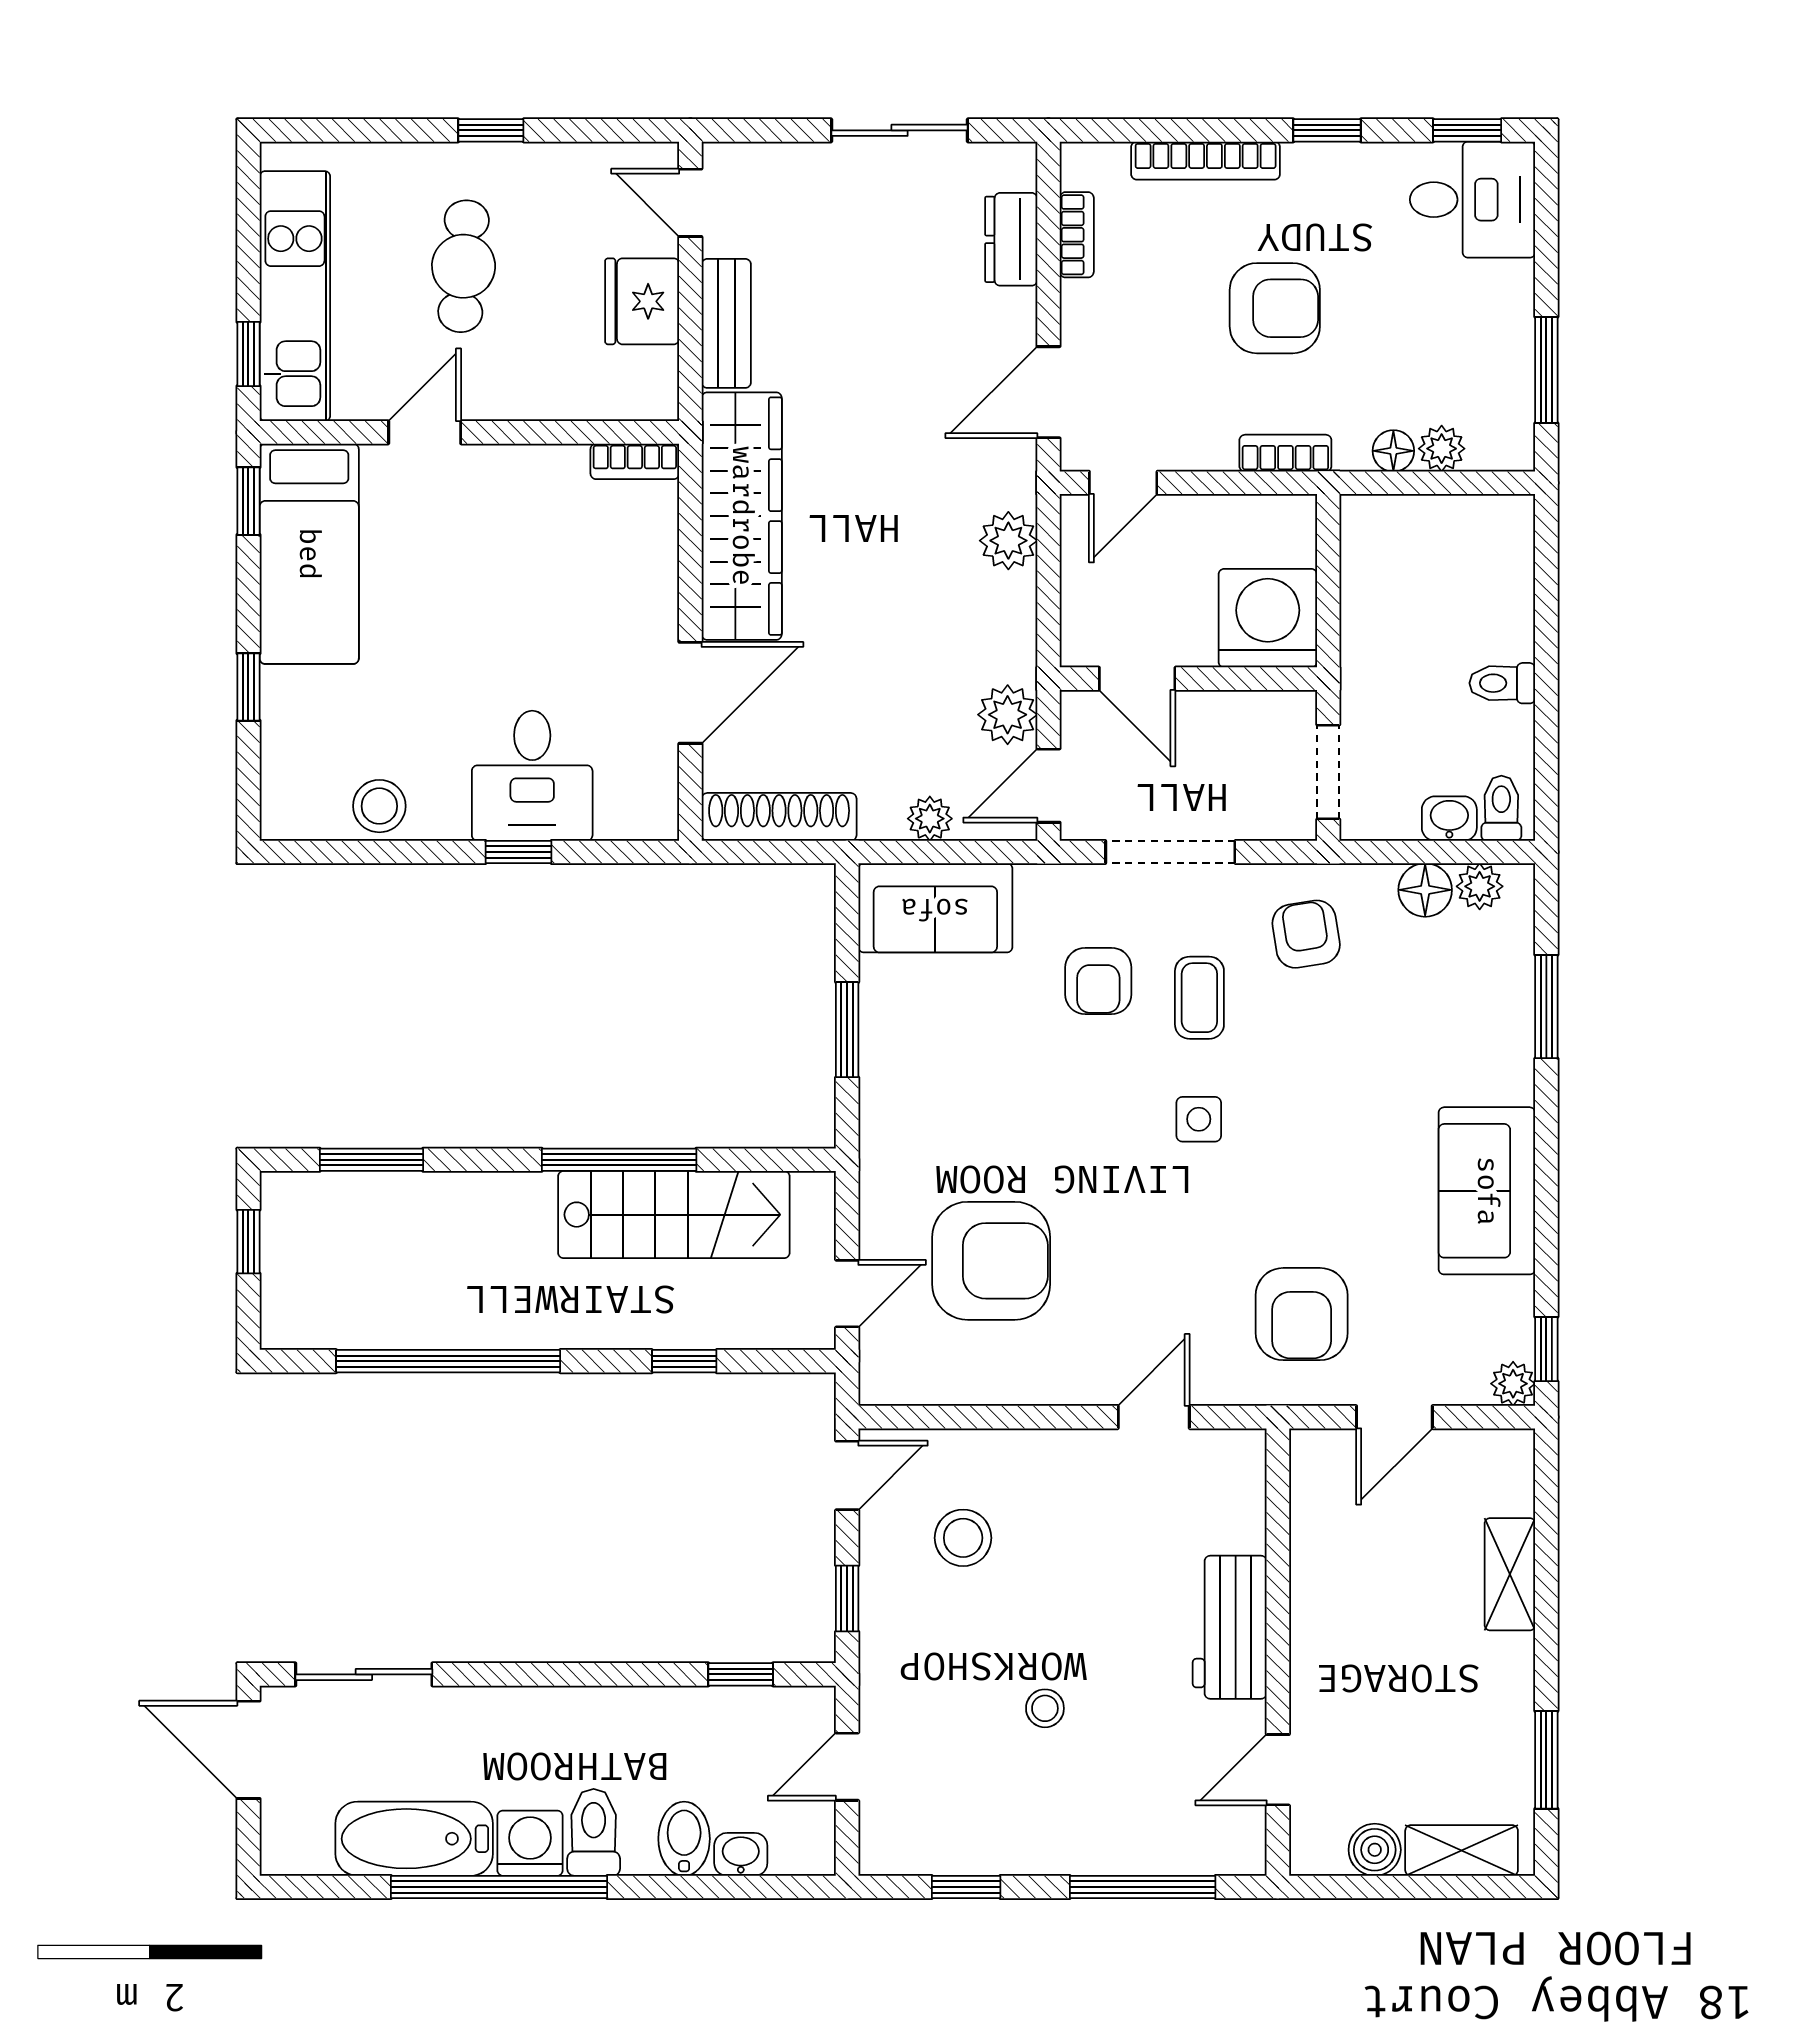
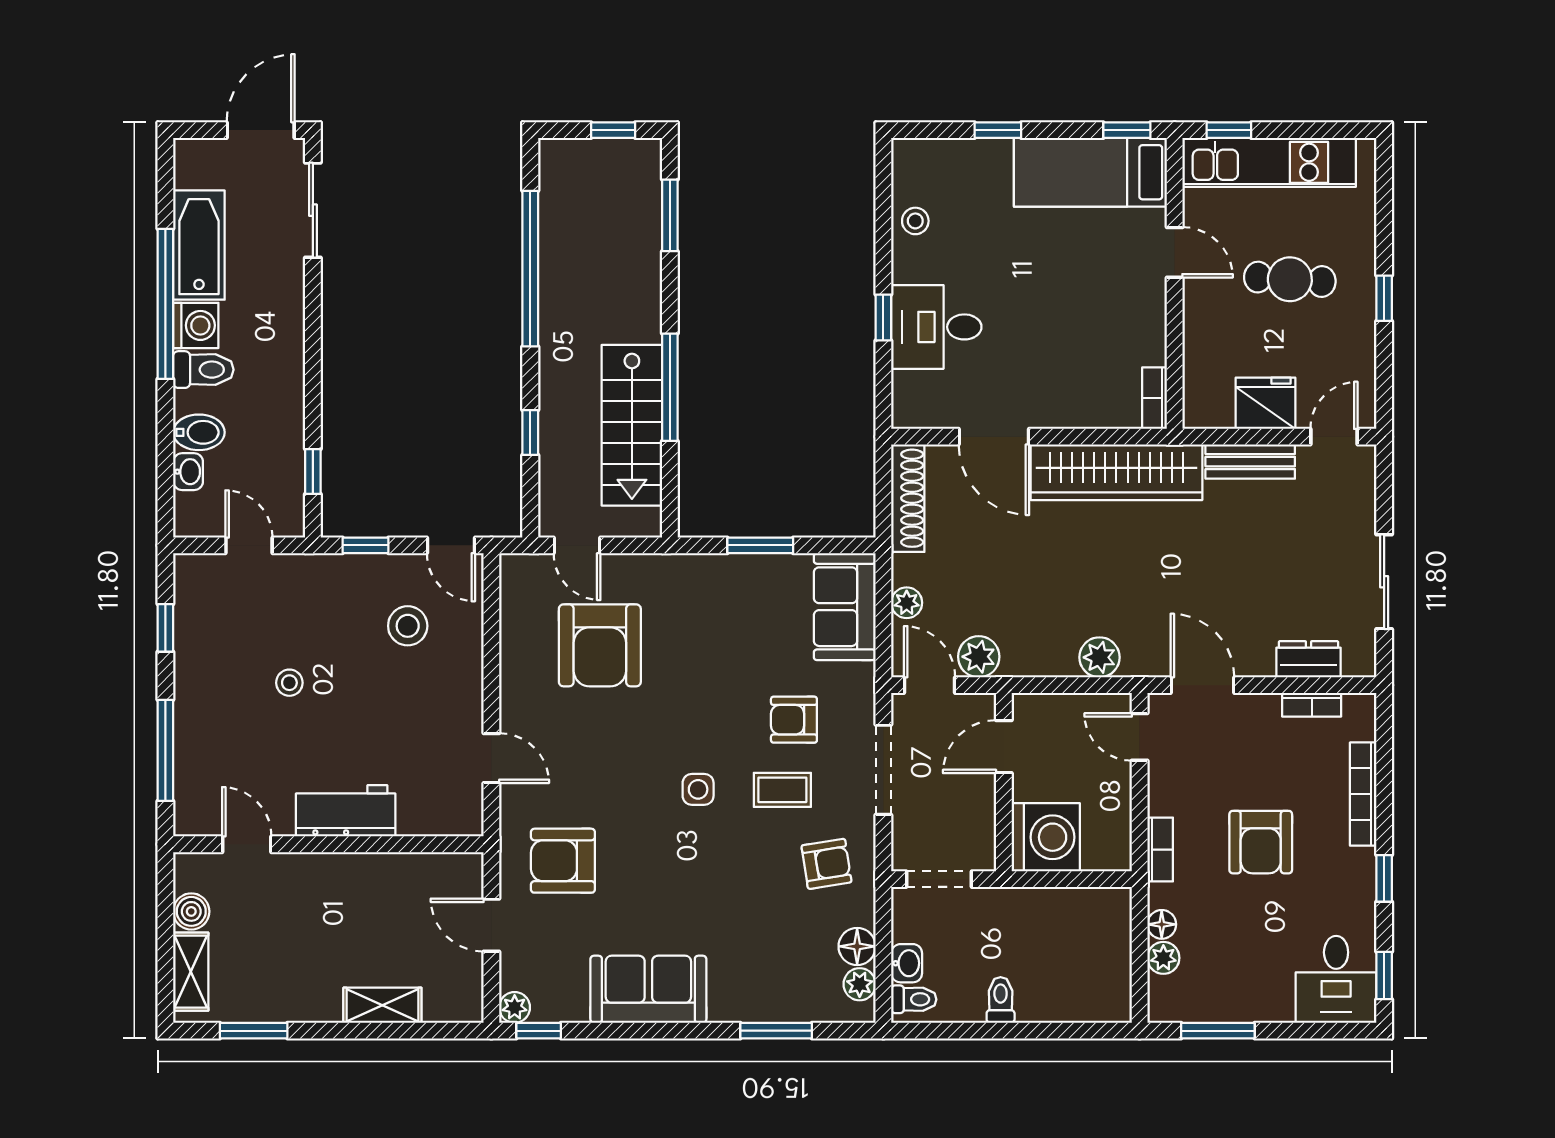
stool: (379, 806) -> (915, 221), width x0.73, depth x0.73

